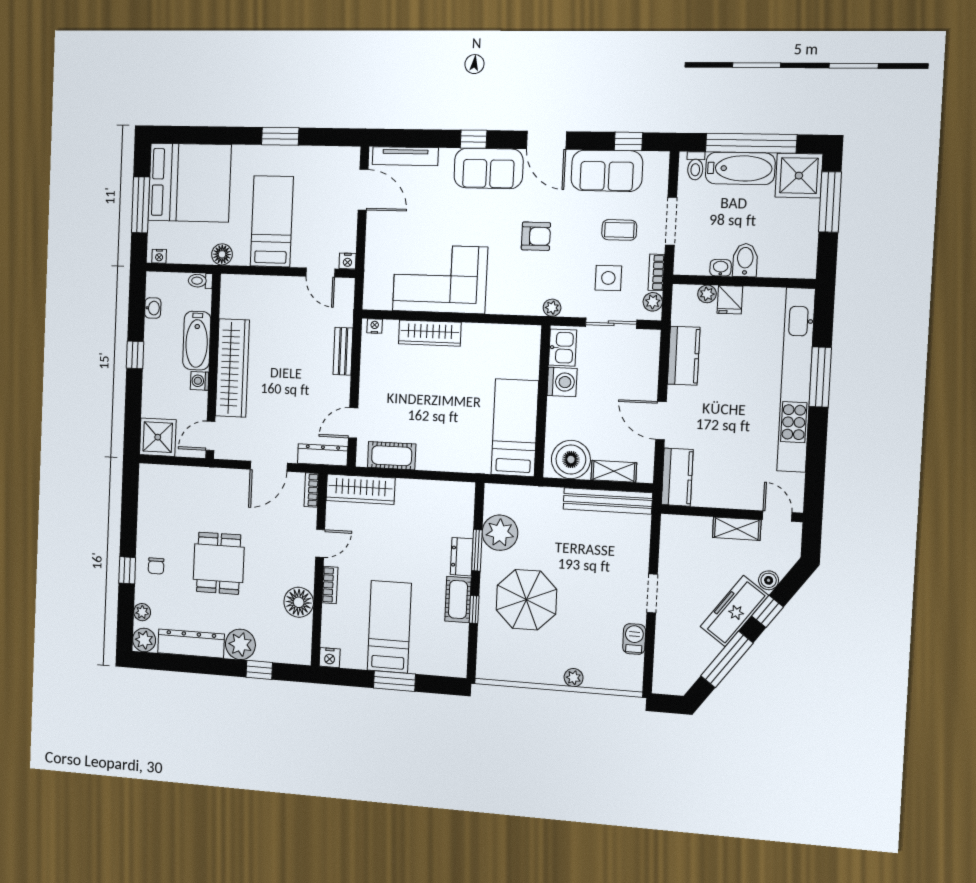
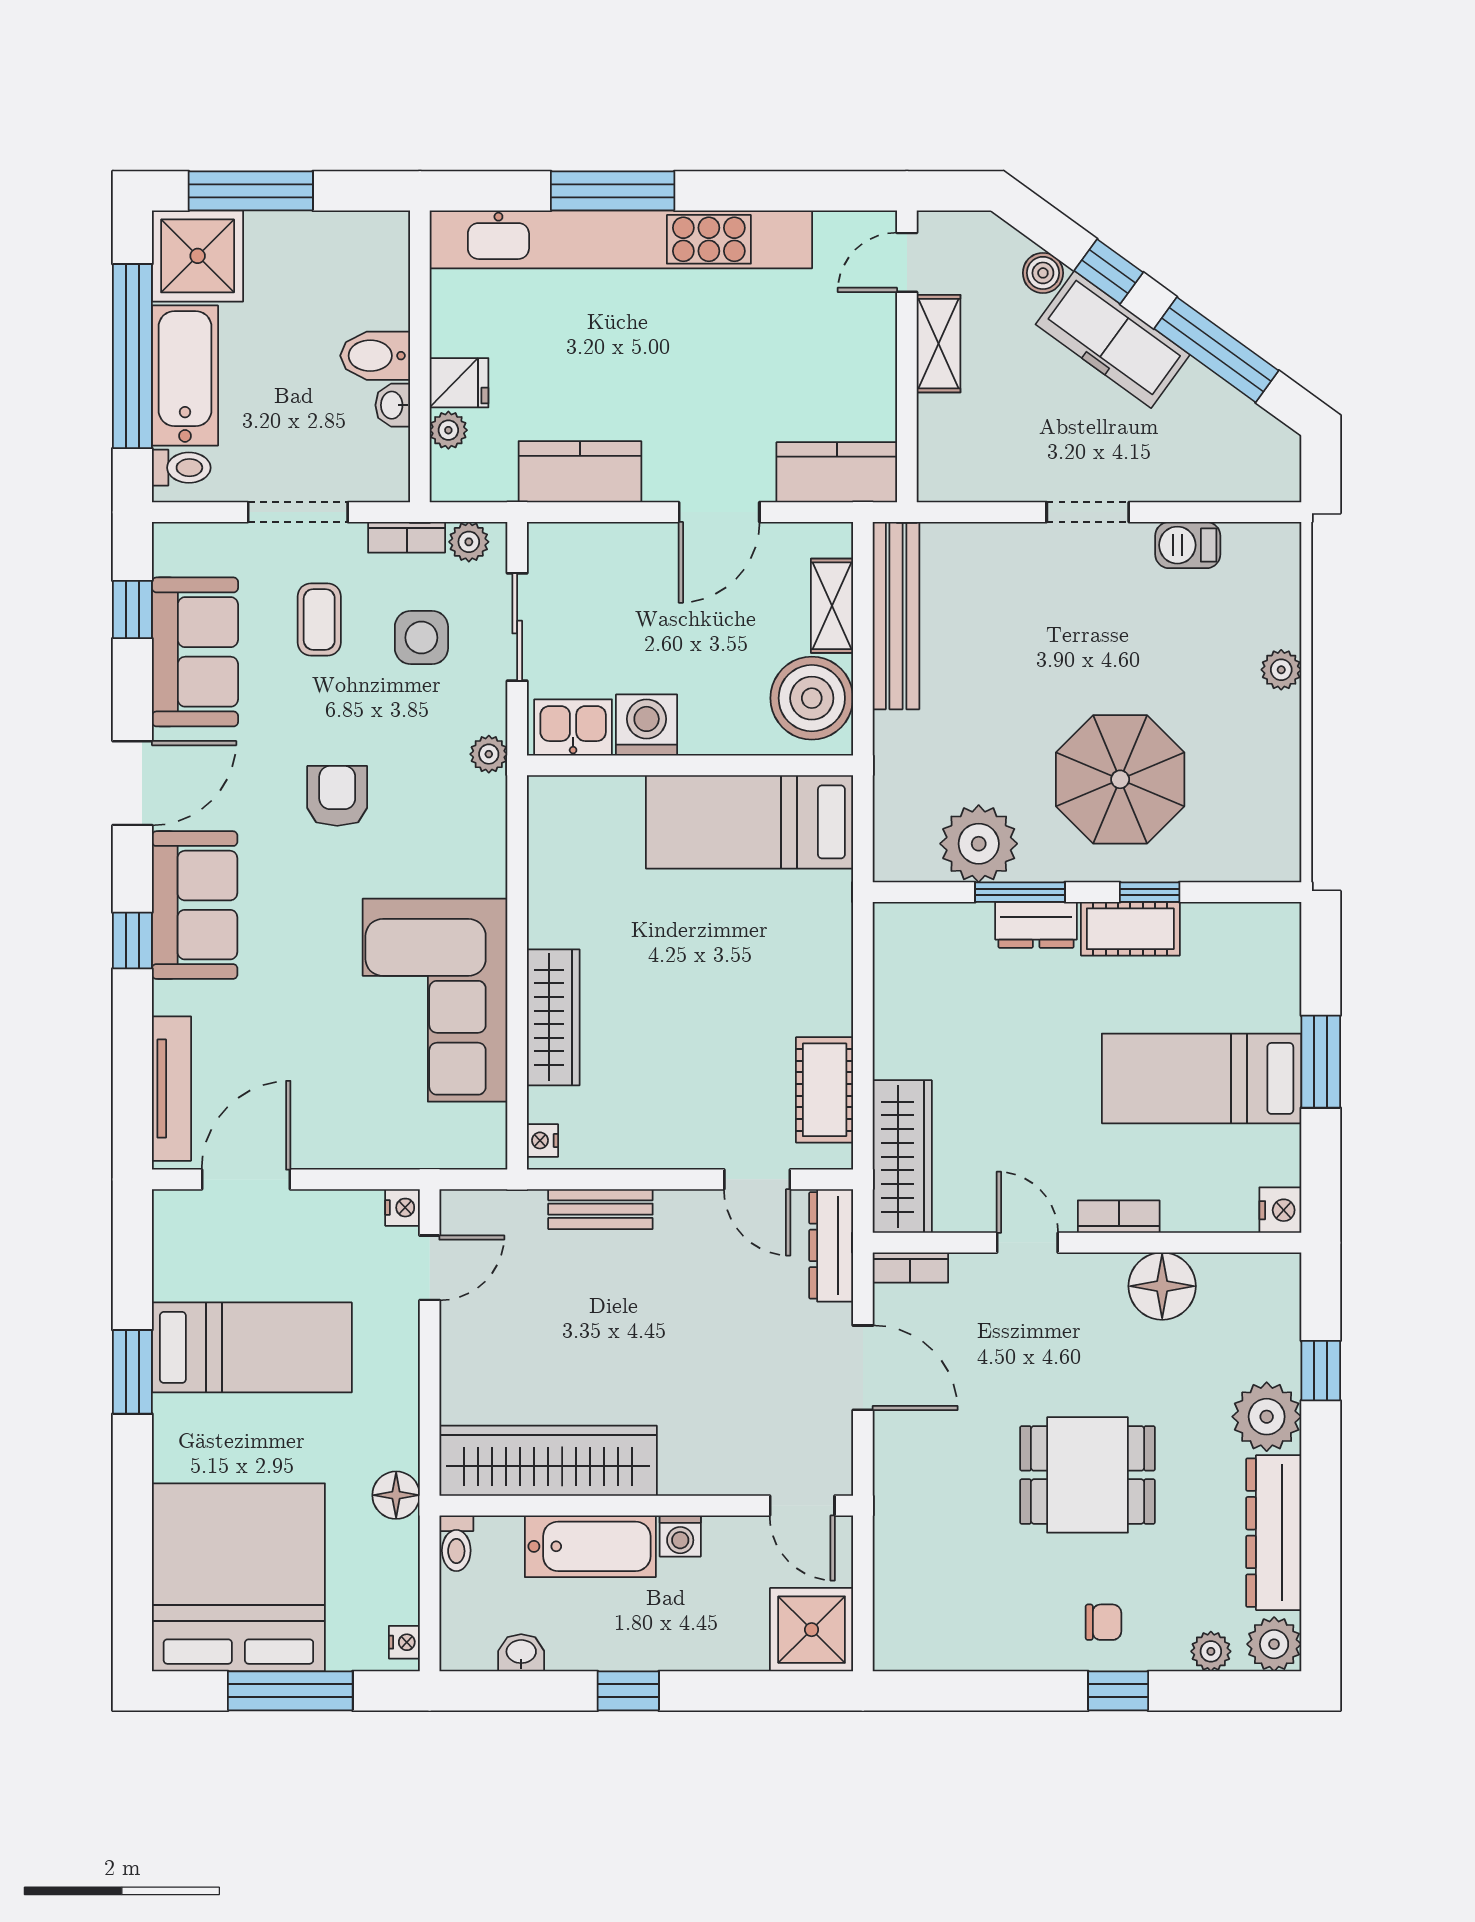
bed: (272, 221) -> (252, 1347), moved, turned 180
wardrobe: (232, 368) -> (548, 1461), moved

